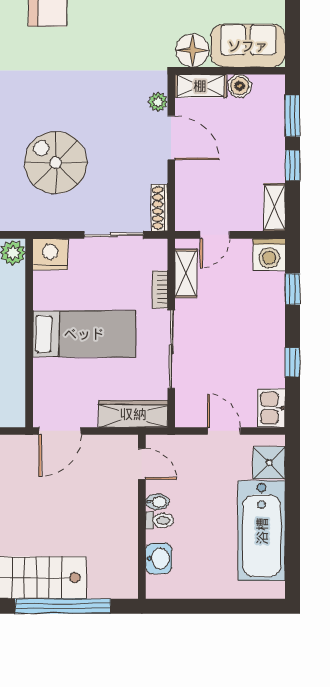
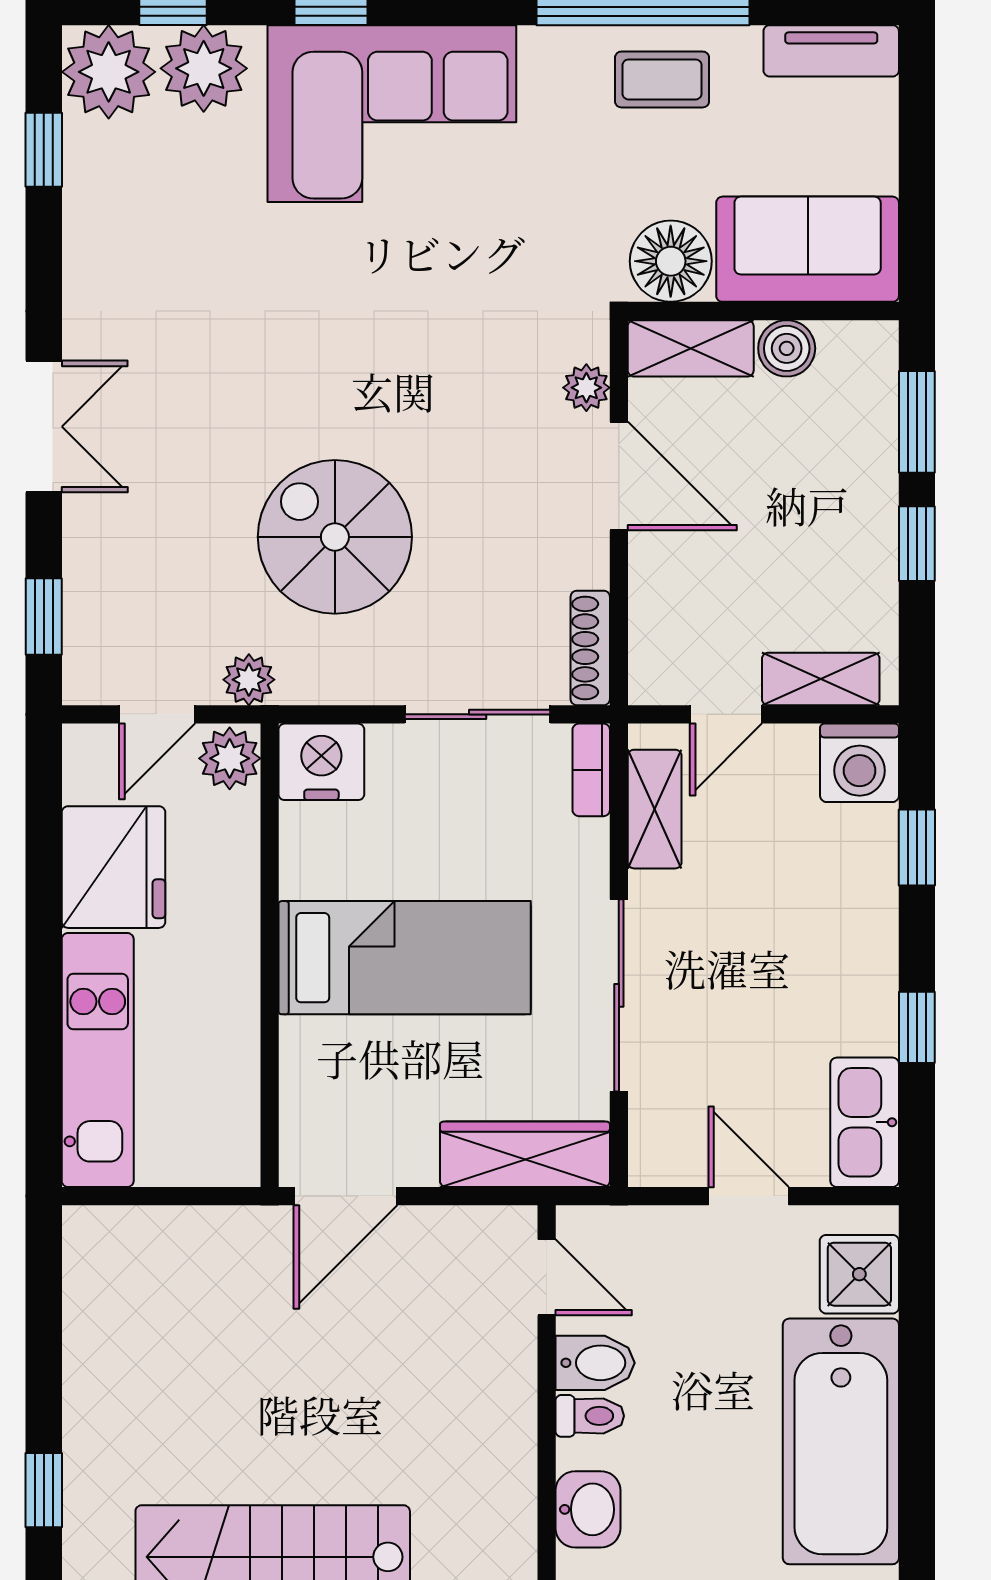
shelving: (274, 207) -> (821, 679), moved, turned 90
plant: (21, 221) -> (249, 680), added
bookcase: (160, 289) -> (591, 770), moved
kitchen sink: (271, 408) -> (865, 1122), width x1.38
bidet: (157, 502) -> (595, 1363), width x1.38, depth x1.36

